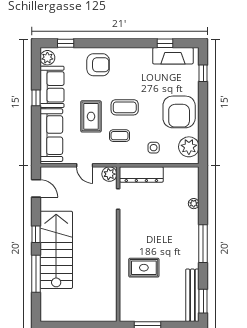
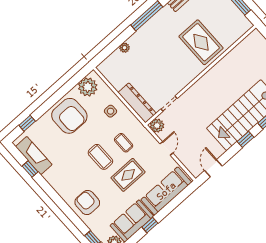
armchair: (179, 112) -> (69, 116), turned 90
rug: (144, 268) -> (201, 42), width x1.36, depth x1.43

